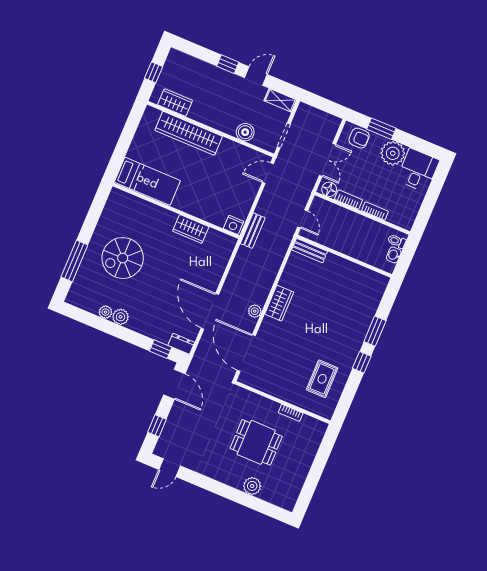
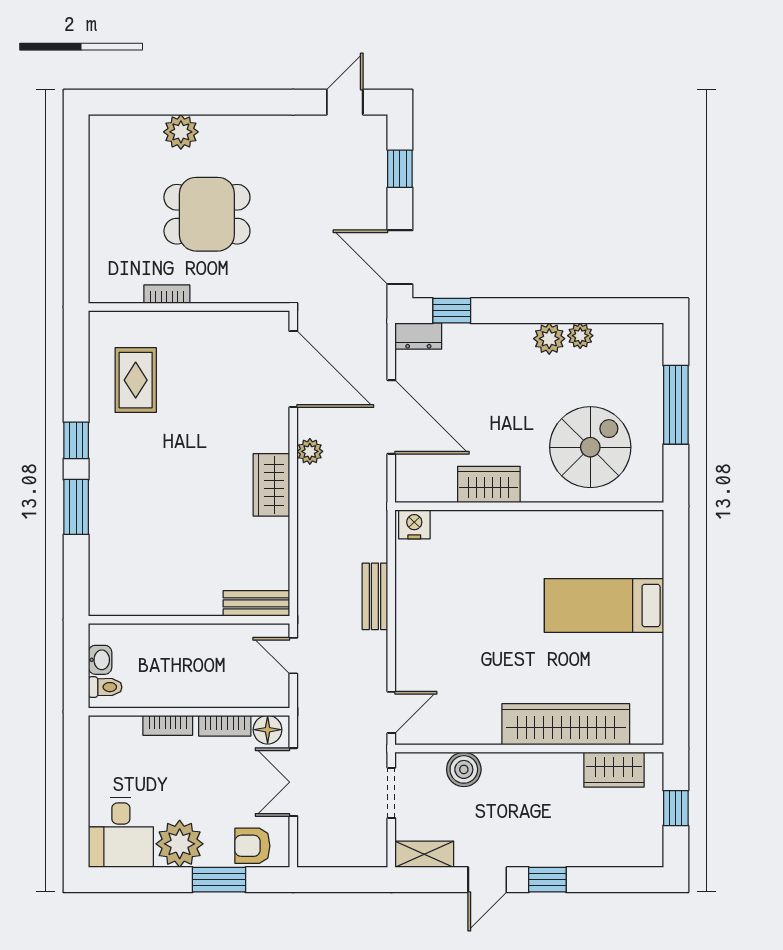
wall: (176, 211) -> (529, 506), moved
nightstand: (233, 225) -> (414, 524), moved
wardrobe: (191, 229) -> (489, 484), moved

